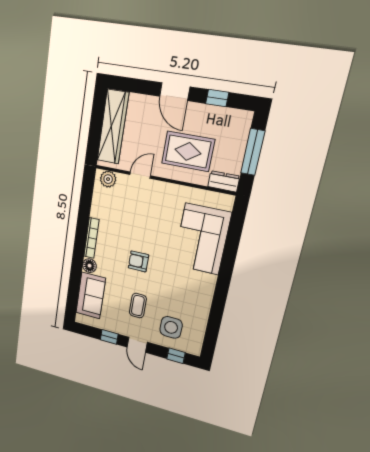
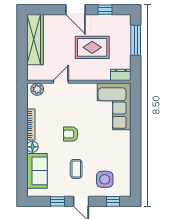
door: (140, 175) -> (61, 82), moved
plant: (108, 179) -> (37, 89), moved
wall: (164, 180) -> (79, 82), moved
dresser: (224, 181) -> (121, 75), moved

